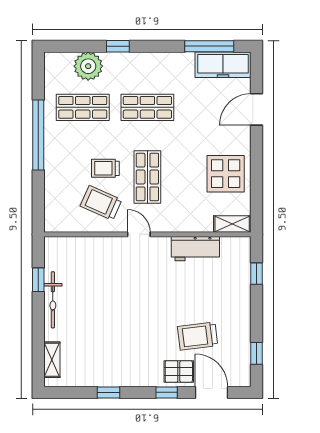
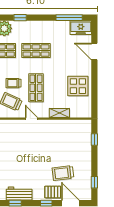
freezer: (223, 65) -> (81, 28), width x0.71
door: (257, 109) -> (94, 52), hinge flipped
shelving: (232, 224) -> (59, 113), moved
workbench: (195, 249) -> (19, 194), moved, turned 180

